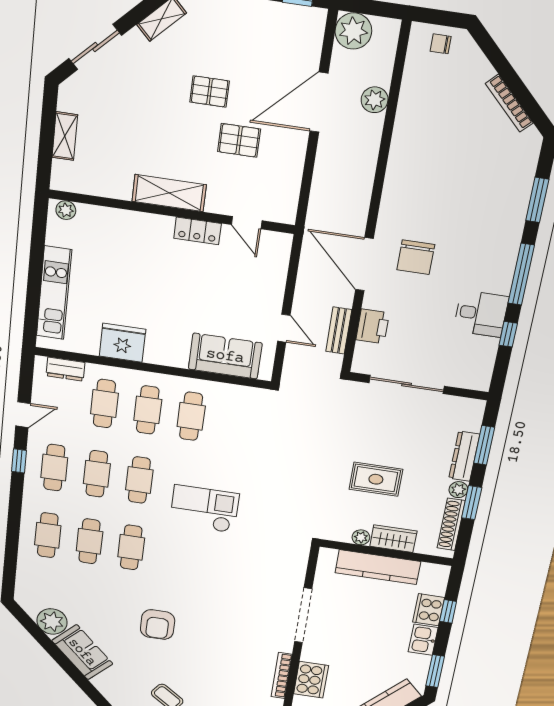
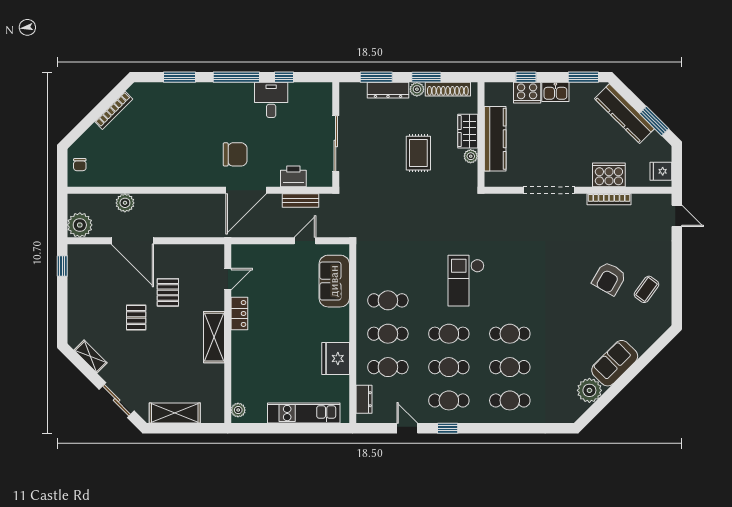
shelving: (65, 136) -> (175, 413), width x1.50, depth x1.33
armchair: (158, 625) -> (609, 278), moved, turned 120

